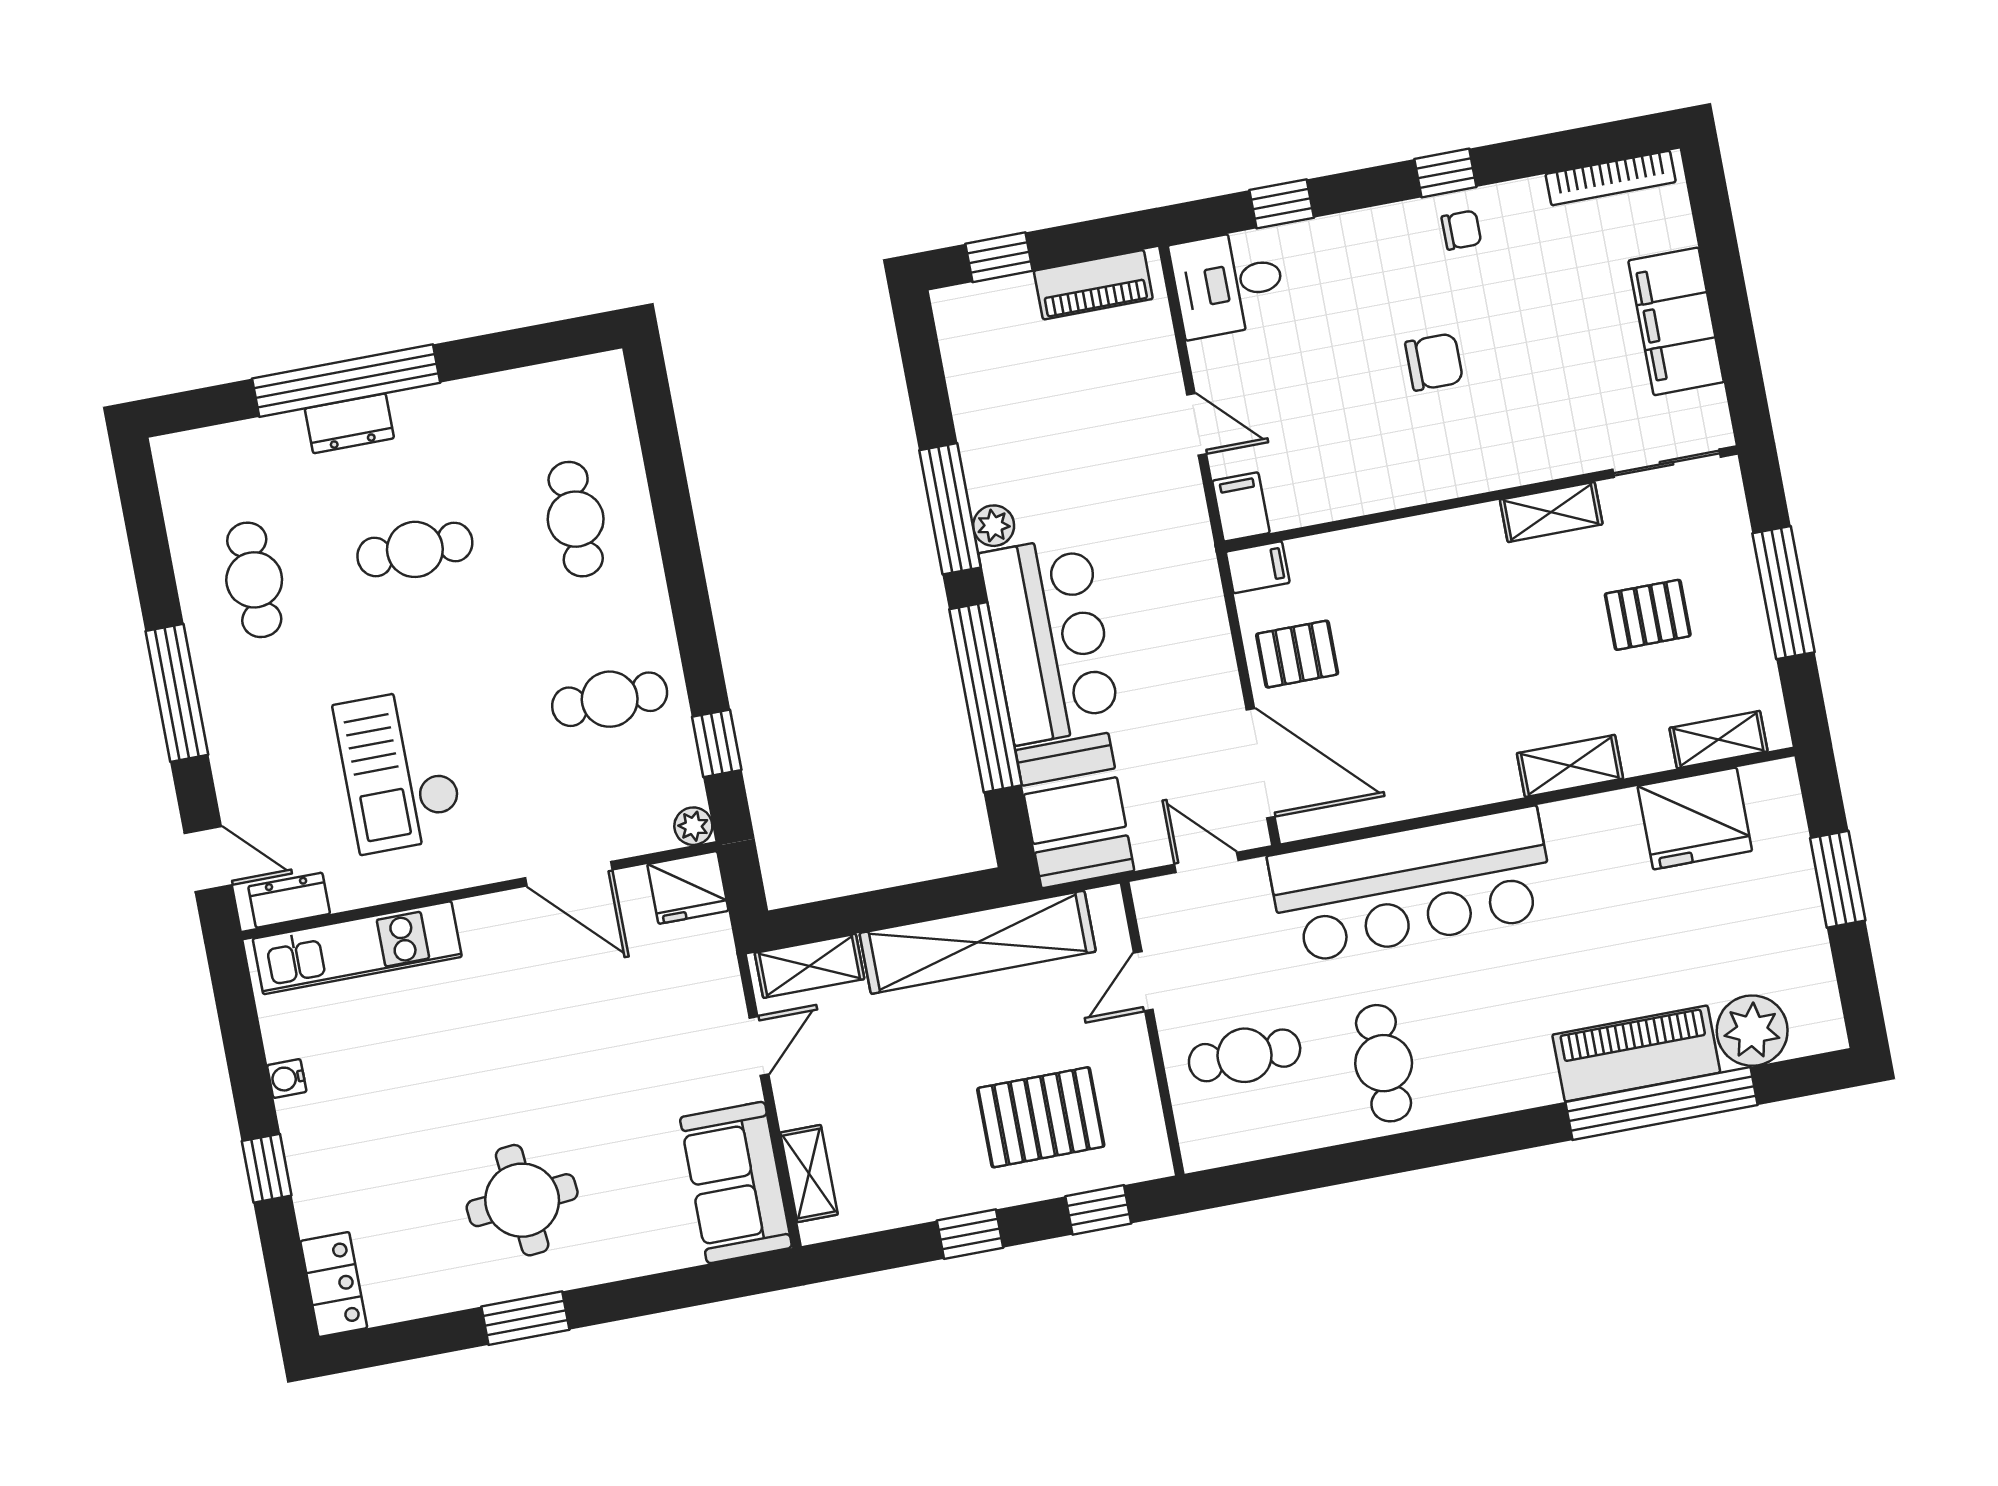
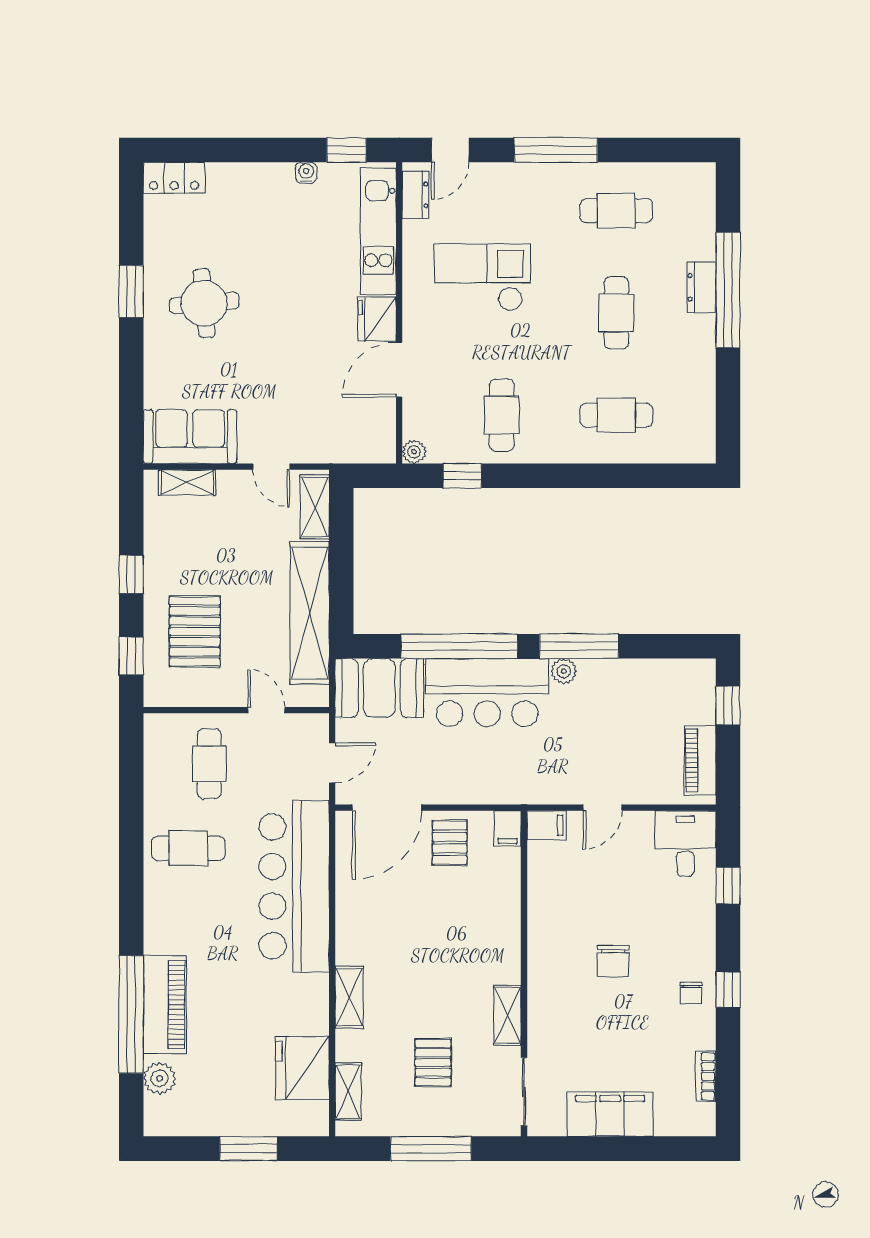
bookcase: (1611, 178) -> (706, 1076), width x0.64
fridge: (688, 887) -> (377, 319), moved
plant: (1752, 1031) -> (160, 1079), width x0.73, depth x0.73
window: (267, 1168) -> (347, 150), moved

